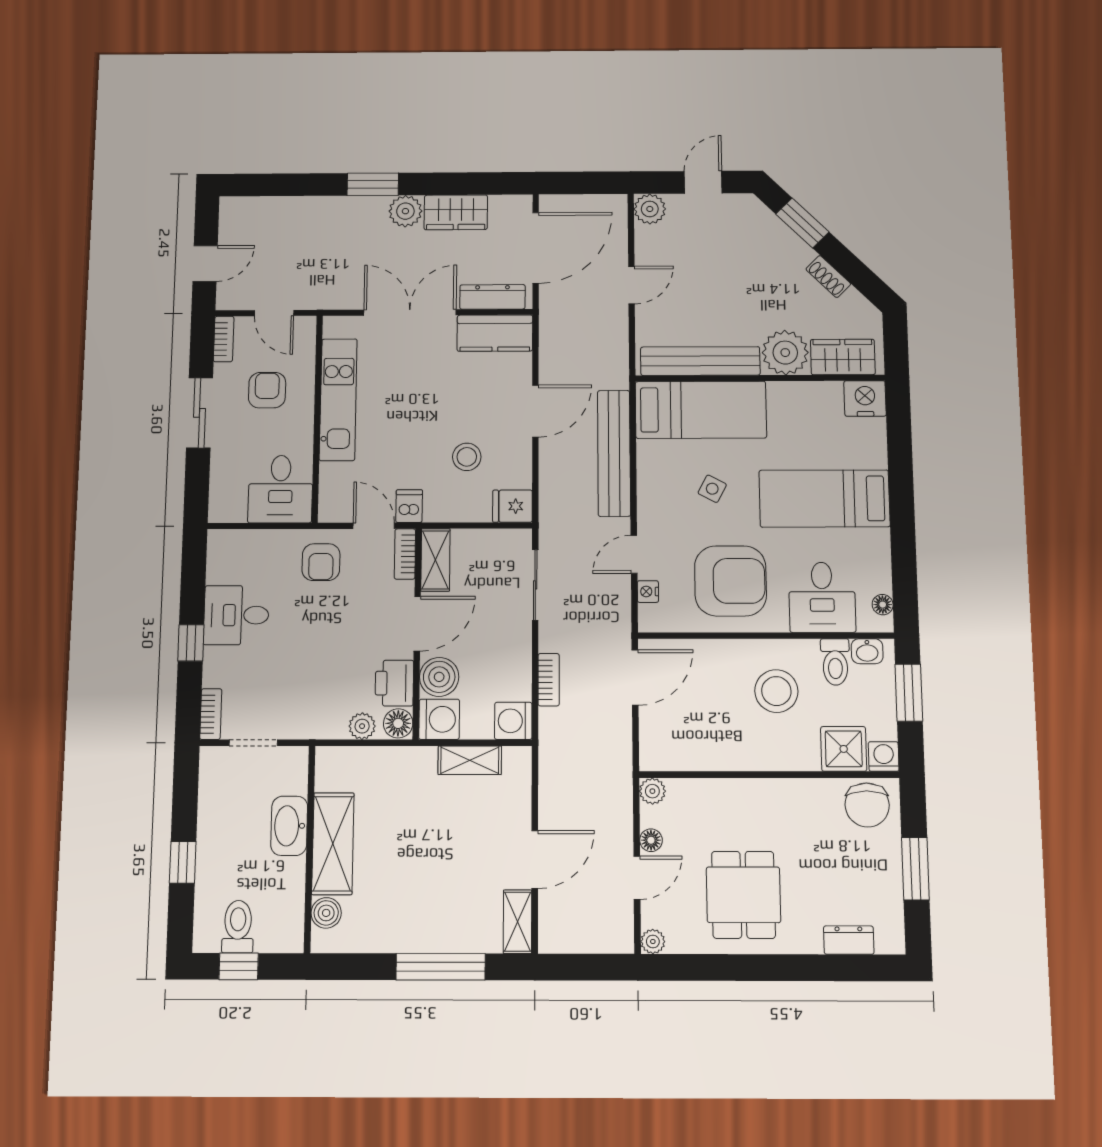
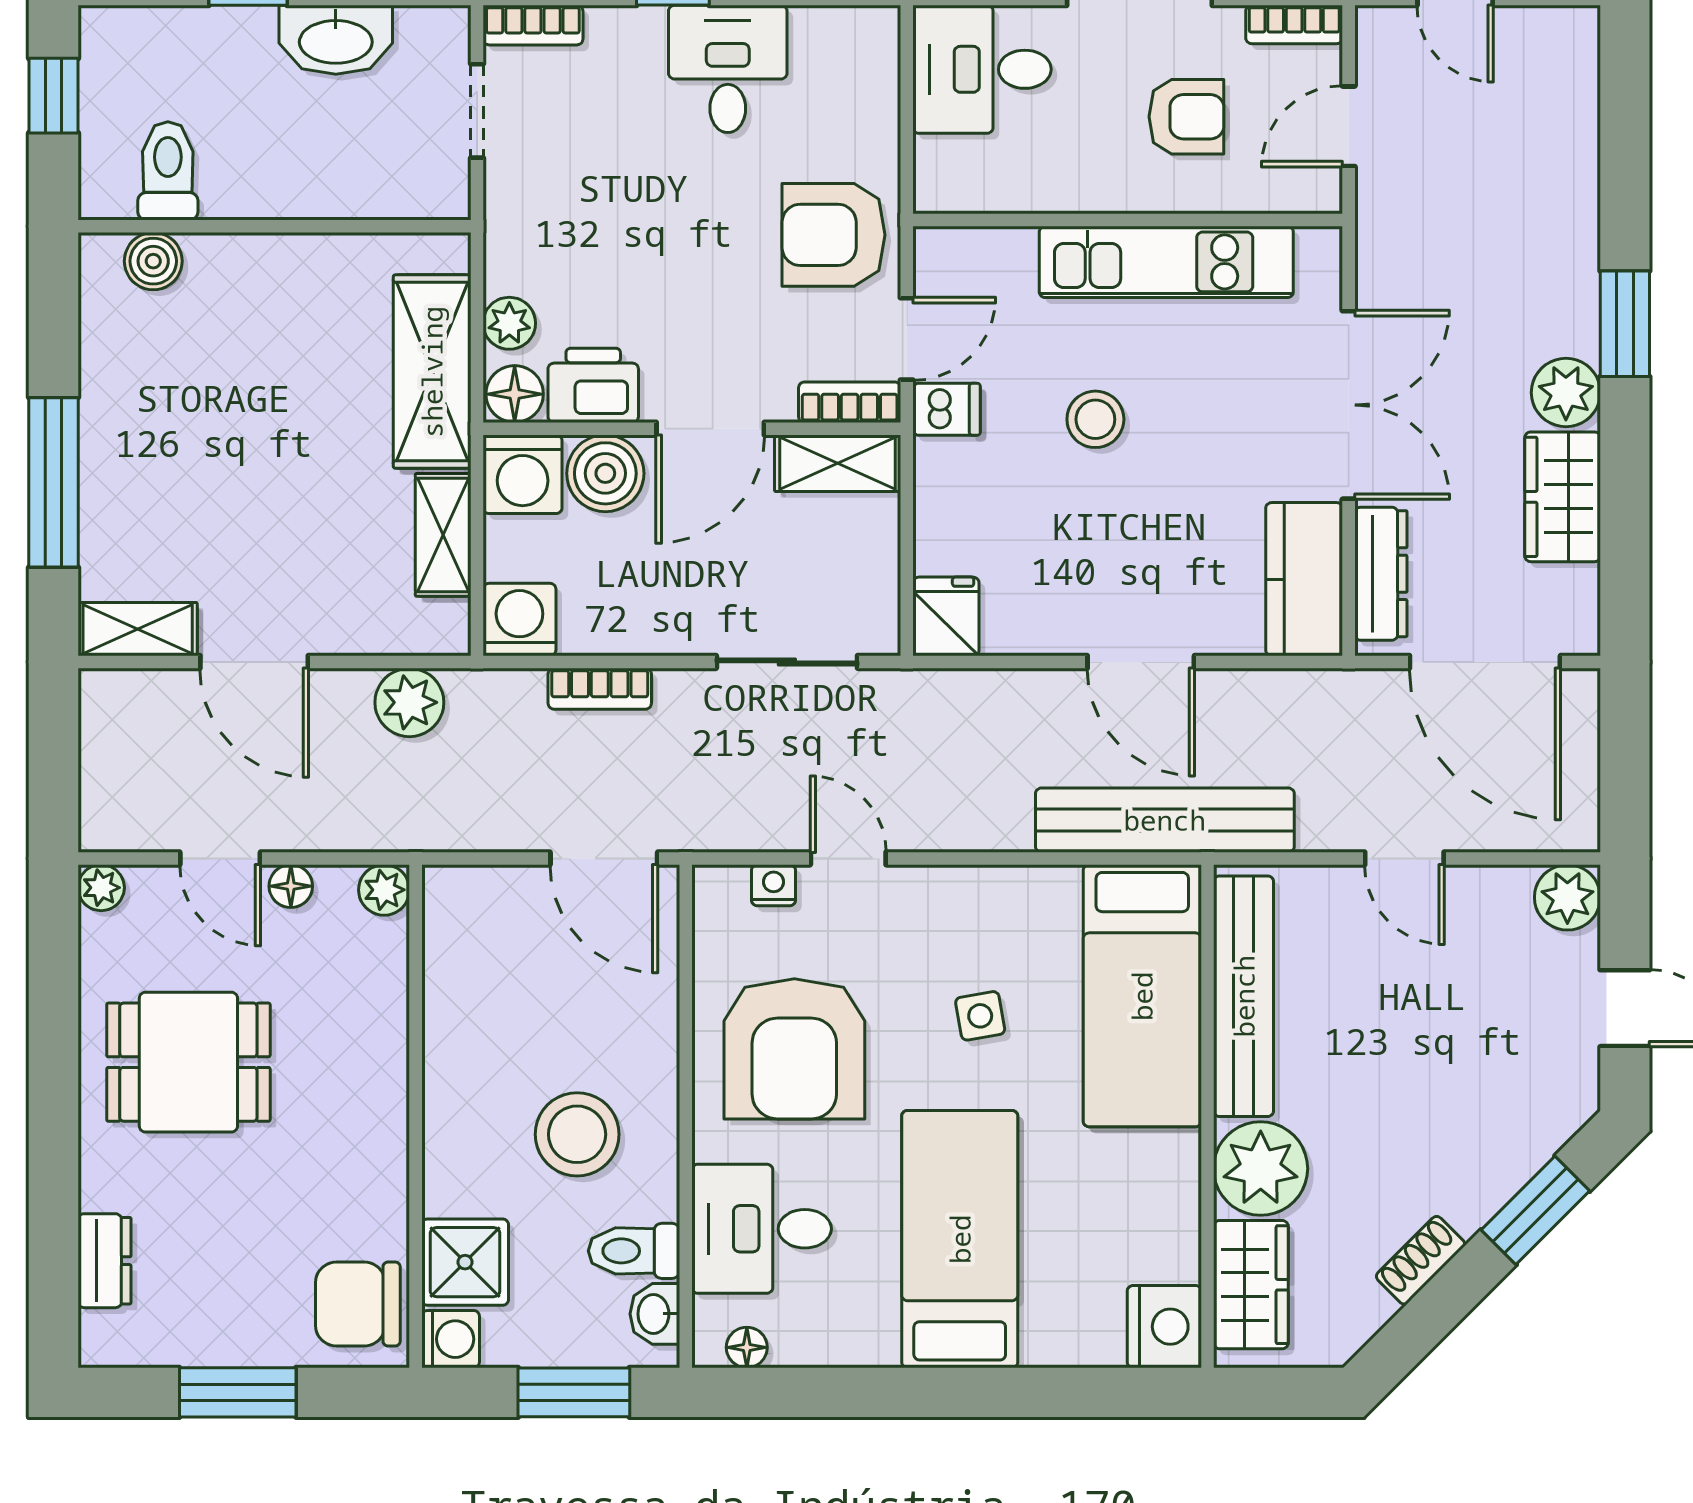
bench: (614, 453) -> (1165, 820), moved
stool: (467, 457) -> (1095, 419), moved
desk: (280, 489) -> (982, 69), moved
side table: (712, 489) -> (980, 1016), turned -38
armchair: (321, 562) -> (834, 235), width x1.38, depth x1.38
door: (417, 624) -> (710, 429), hinge flipped
plant: (556, 778) -> (409, 702), added
washbasin: (289, 826) -> (336, 40), moved, turned 180
shelving: (333, 844) -> (432, 372), moved, turned 90
toilet: (238, 927) -> (168, 171), moved, turned -90

